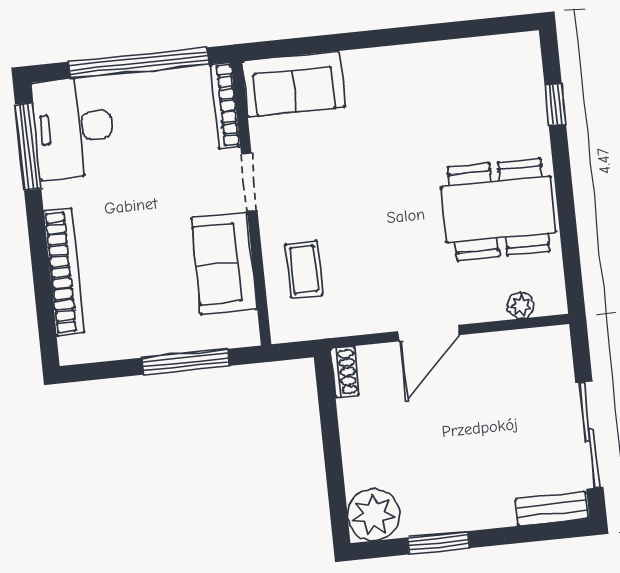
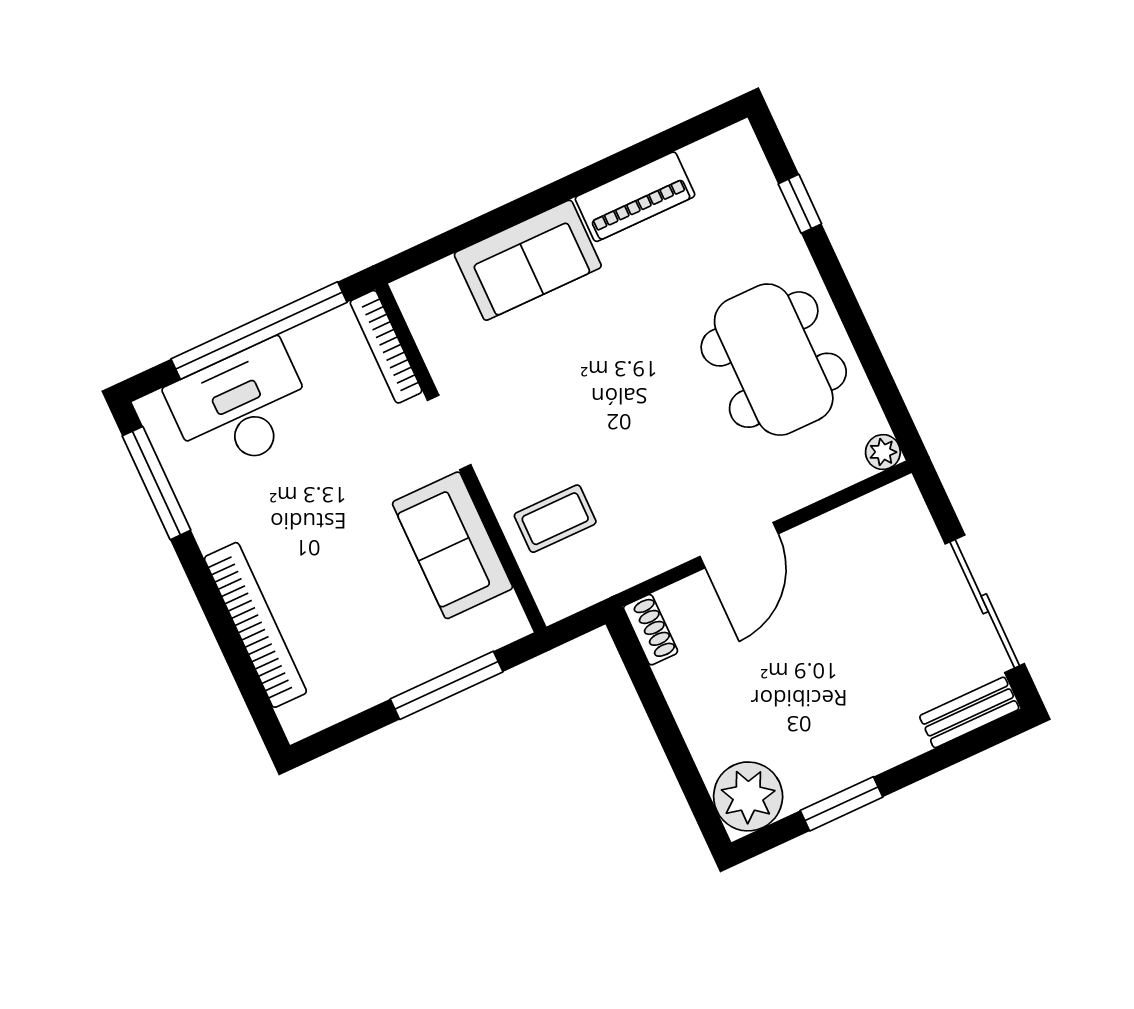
piano: (439, 59) -> (635, 197), added
sofa: (293, 84) -> (528, 260), moved
desk: (73, 127) -> (241, 408), moved, turned 90
dining table: (499, 209) -> (774, 360), turned 90
coffee table: (304, 269) -> (555, 519), turned 90
plant: (521, 305) -> (883, 452), moved

